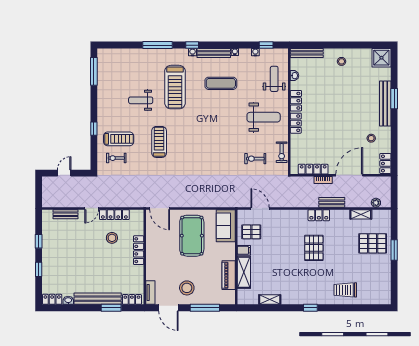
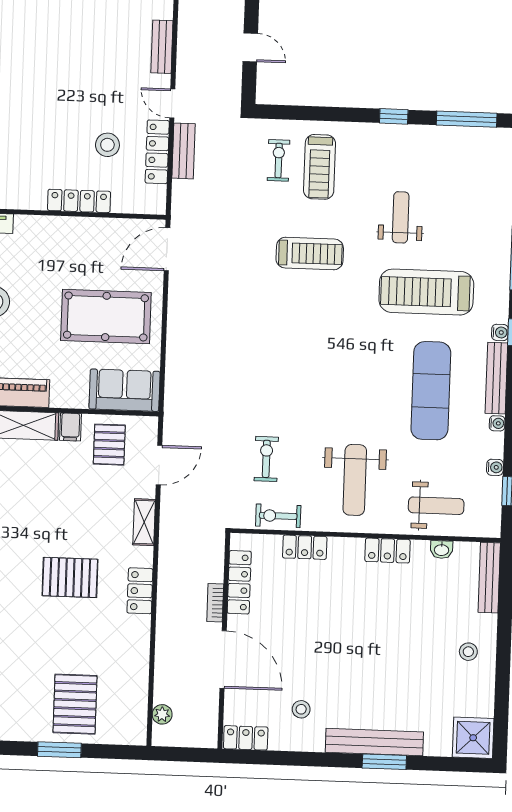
exercise mat: (221, 83) -> (431, 391), width x1.36, depth x1.45
locker: (296, 123) -> (305, 547), moved
window: (94, 129) -> (394, 116), moved
bench: (332, 202) -> (183, 151), moved
shelving: (361, 214) -> (144, 522), moved

